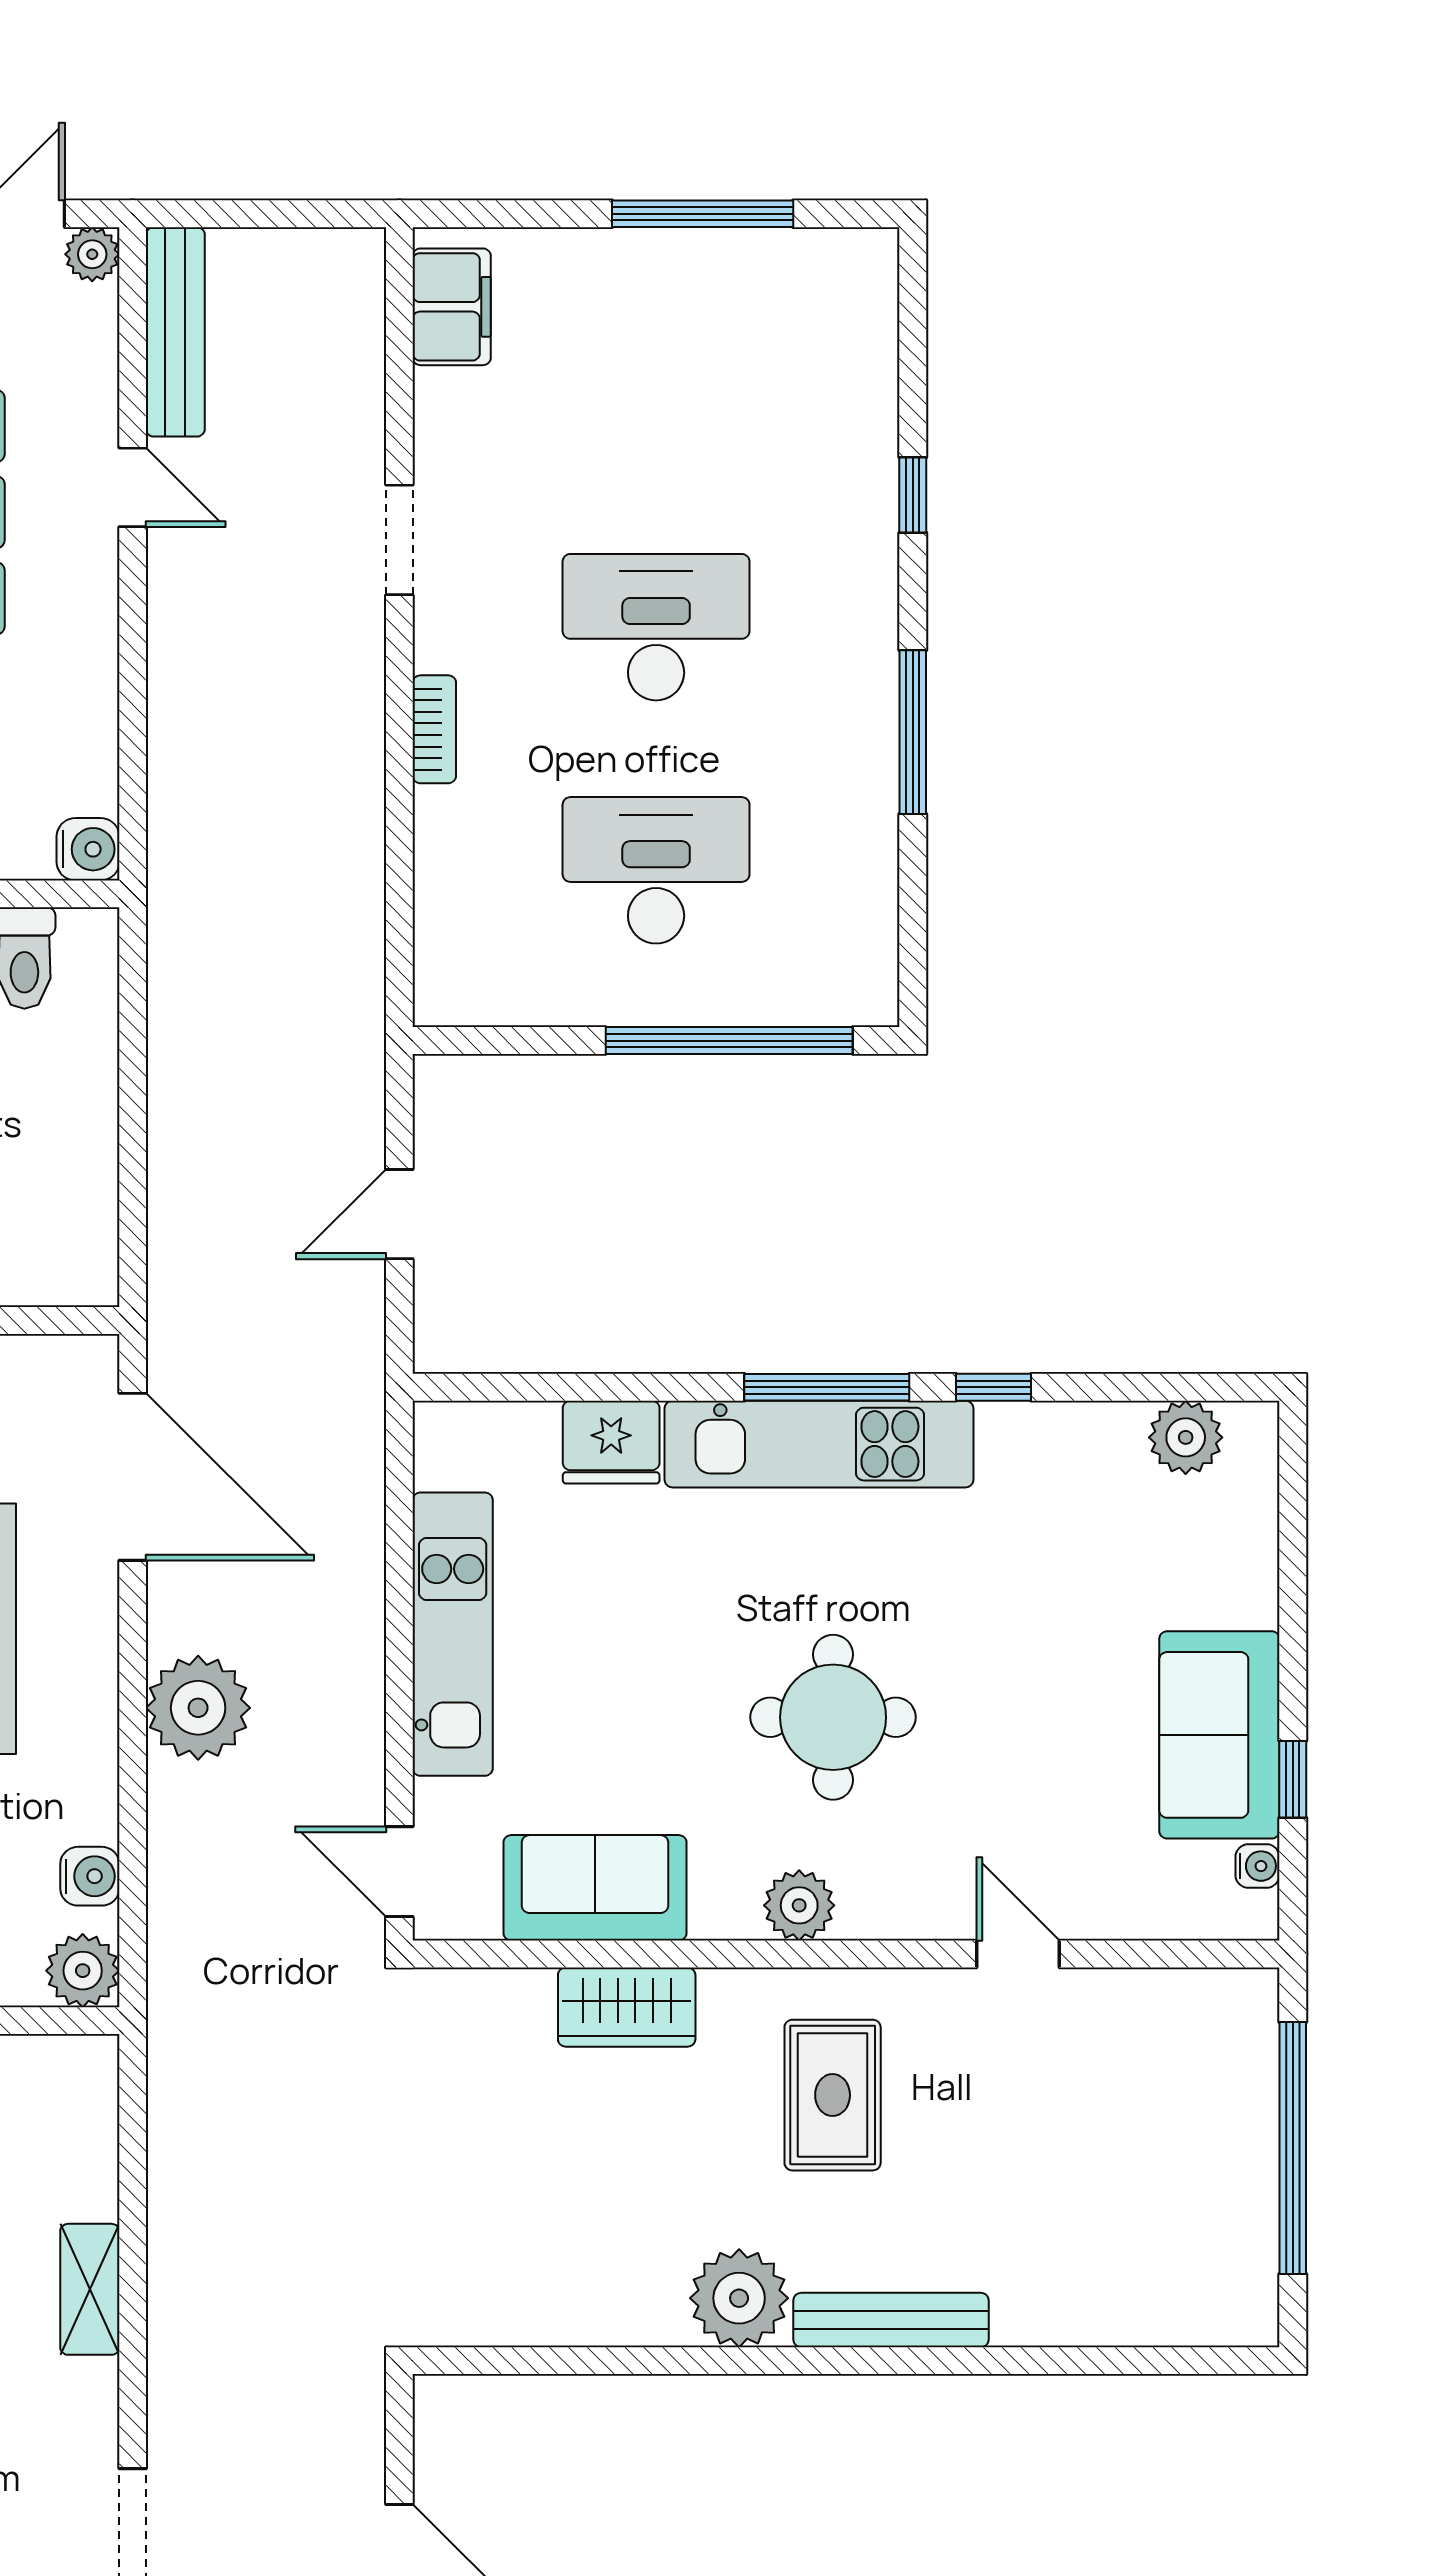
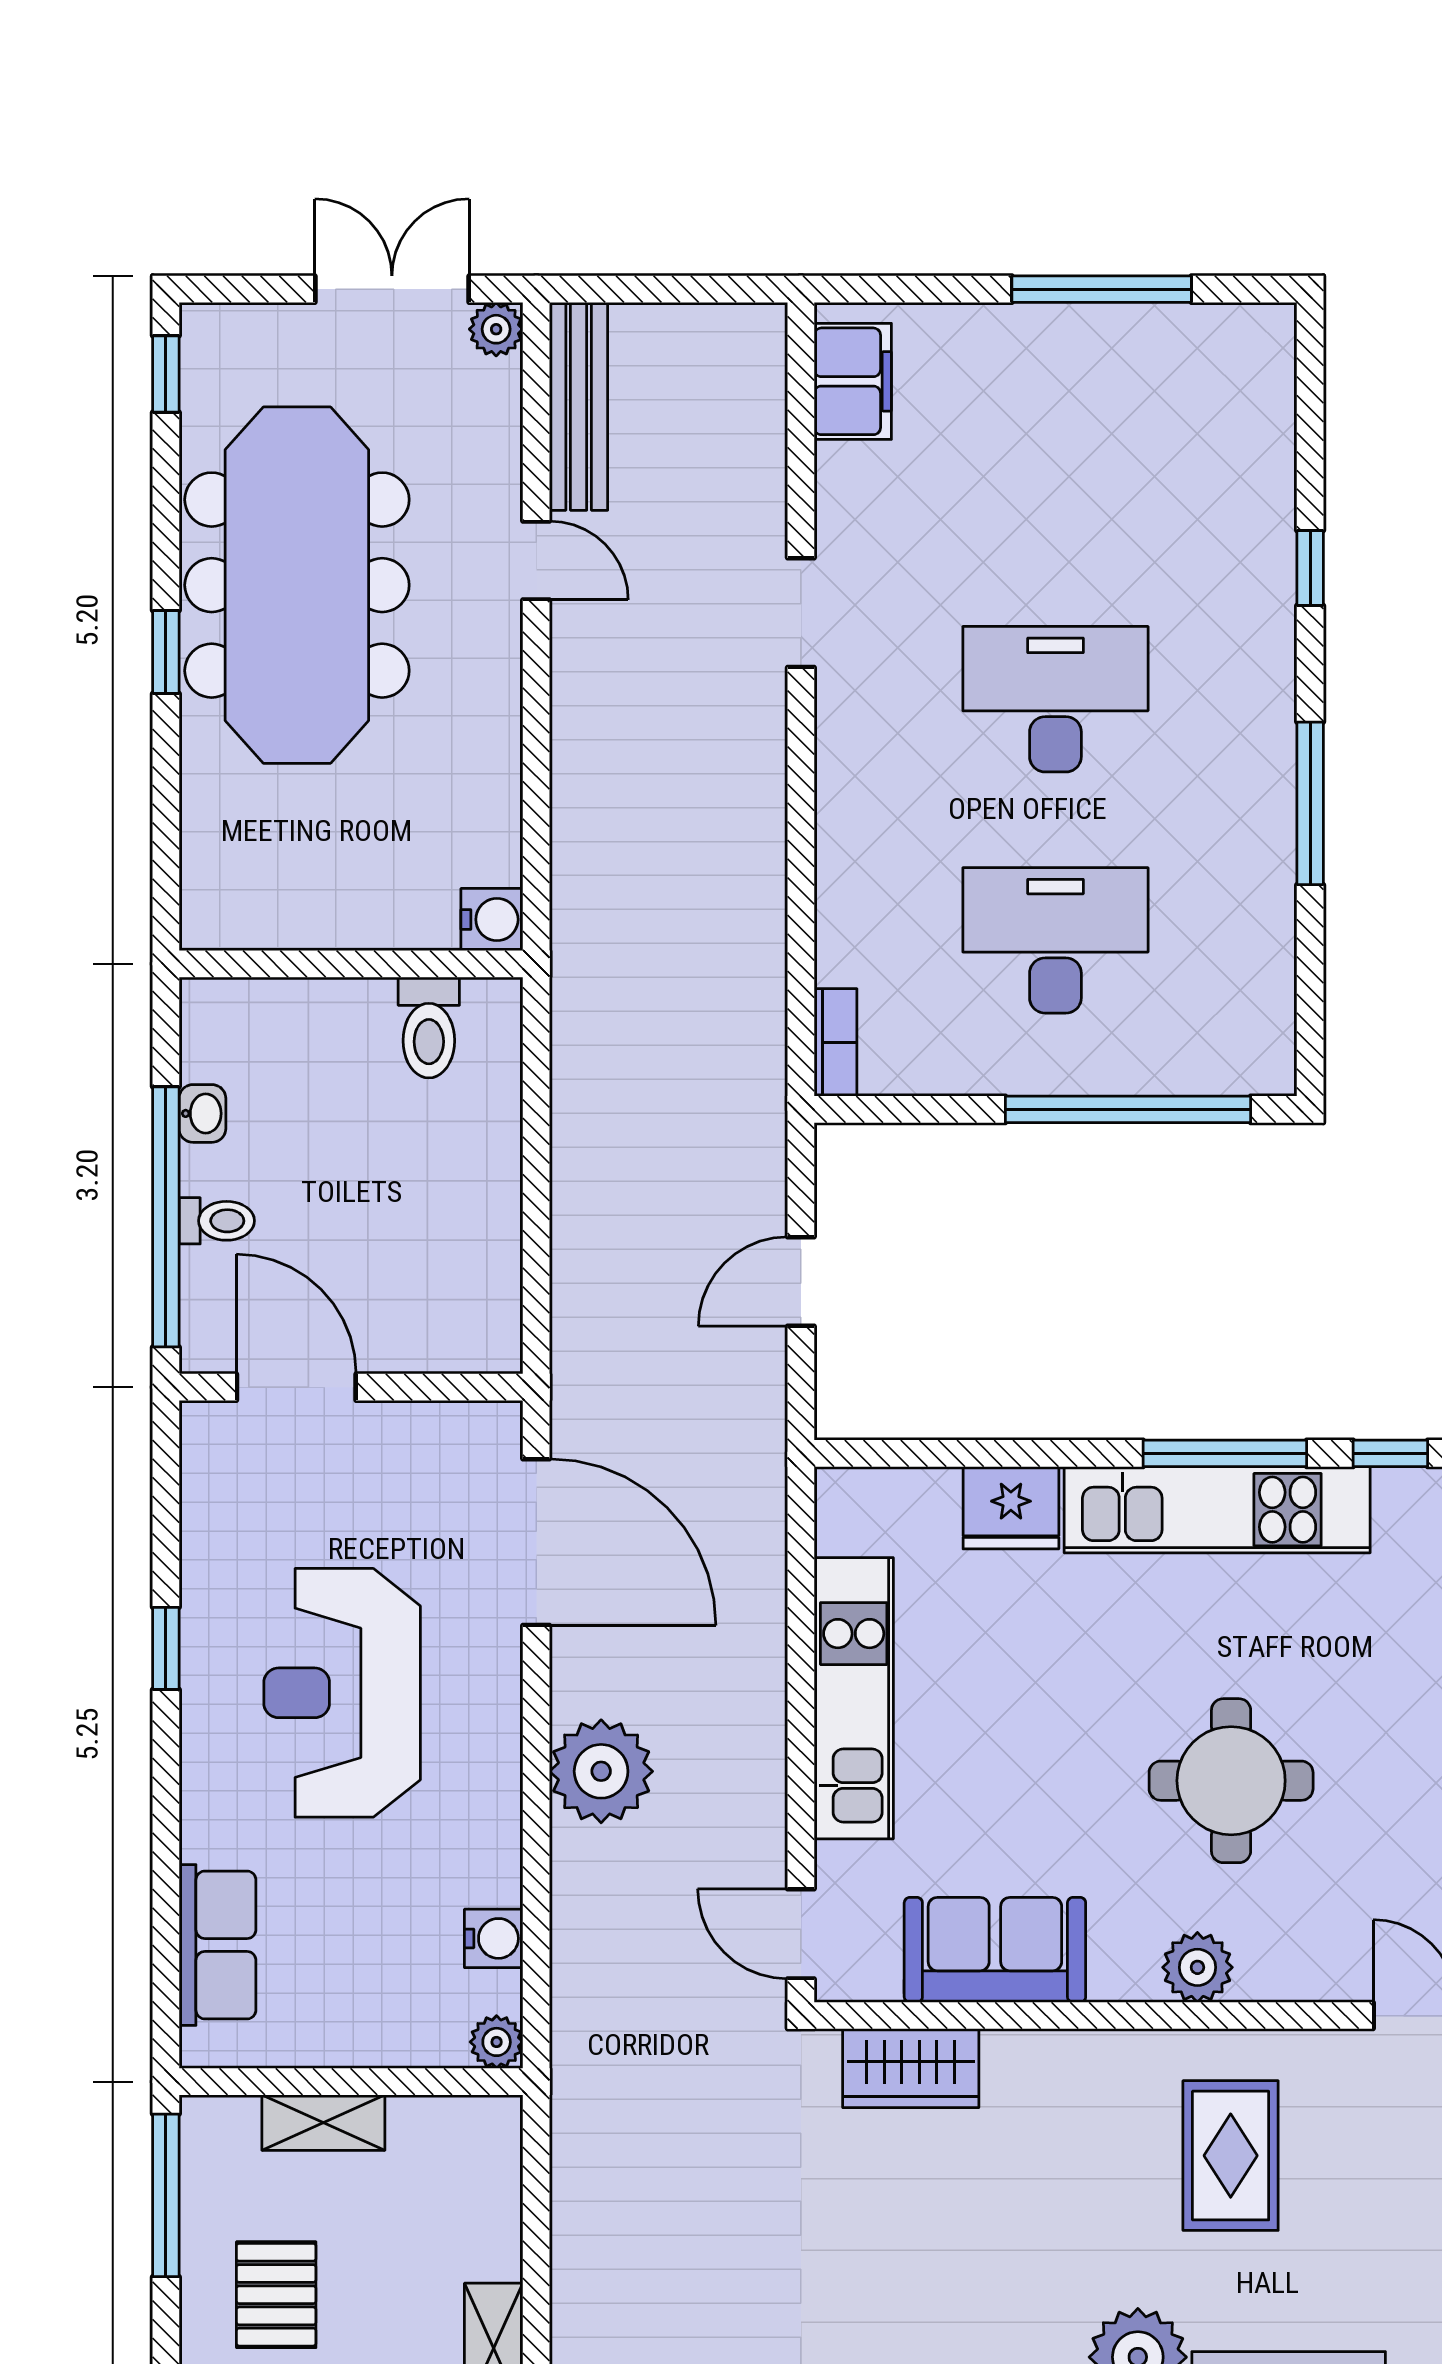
bookcase: (434, 729) -> (836, 1042), moved
plant: (83, 1971) -> (497, 2042), width x0.73, depth x0.73
wardrobe: (627, 2007) -> (911, 2068), moved

